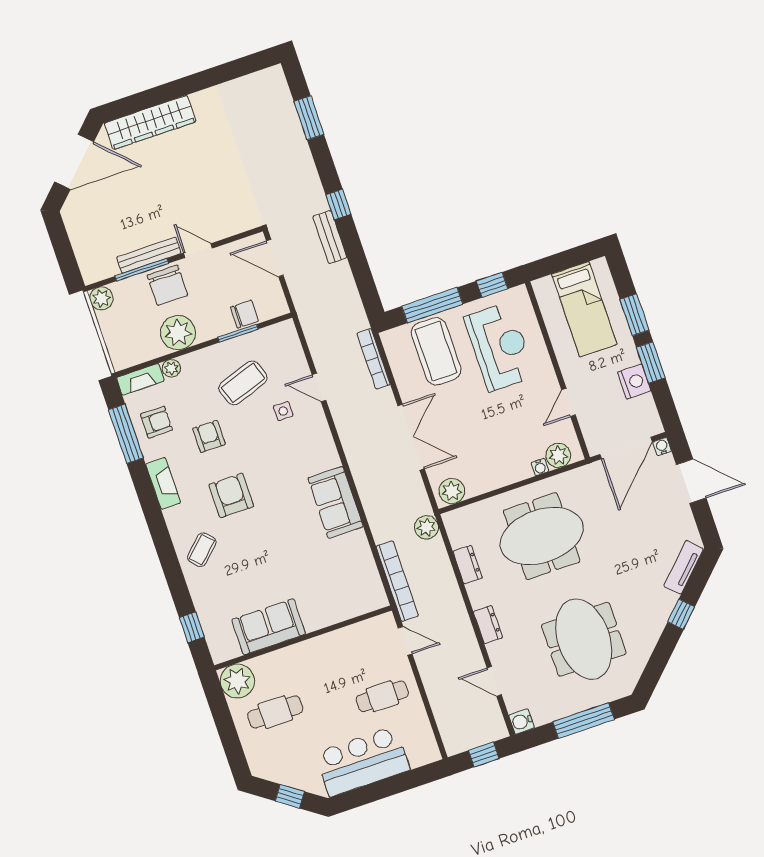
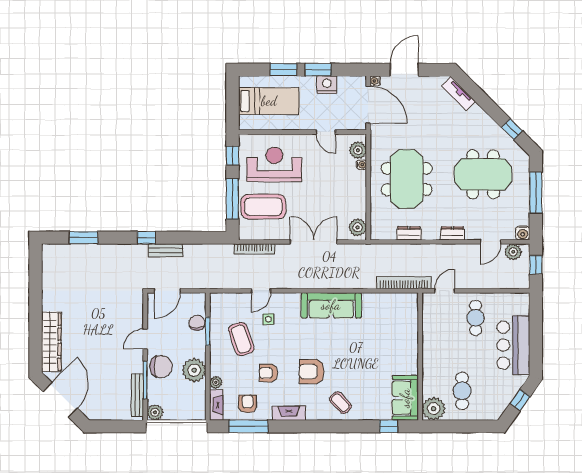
bench: (149, 255) -> (137, 395), moved
sofa: (336, 502) -> (331, 305), width x1.36
plant: (426, 527) -> (513, 252), moved
window: (681, 614) -> (512, 129), moved
sofa: (269, 627) -> (405, 398), moved

